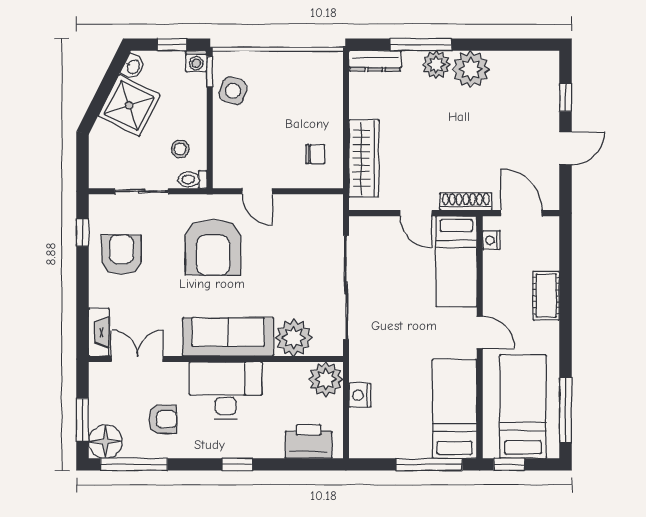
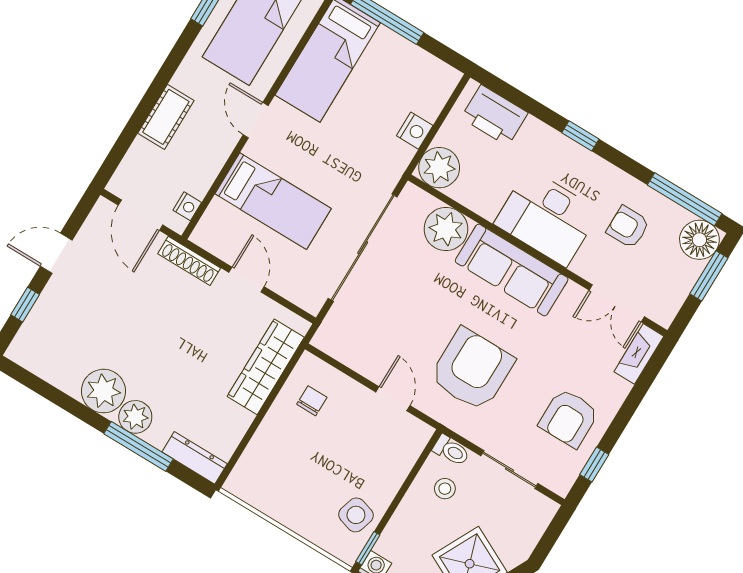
chair: (315, 154) -> (312, 401), turned 90
bed: (456, 261) -> (273, 201), moved, turned 90

